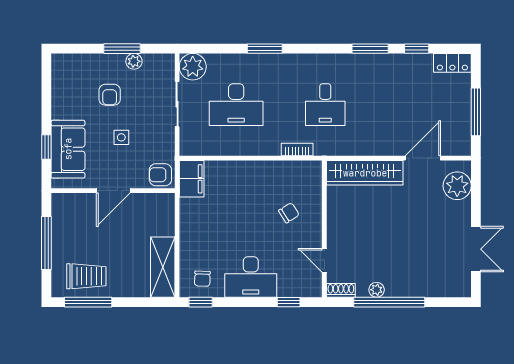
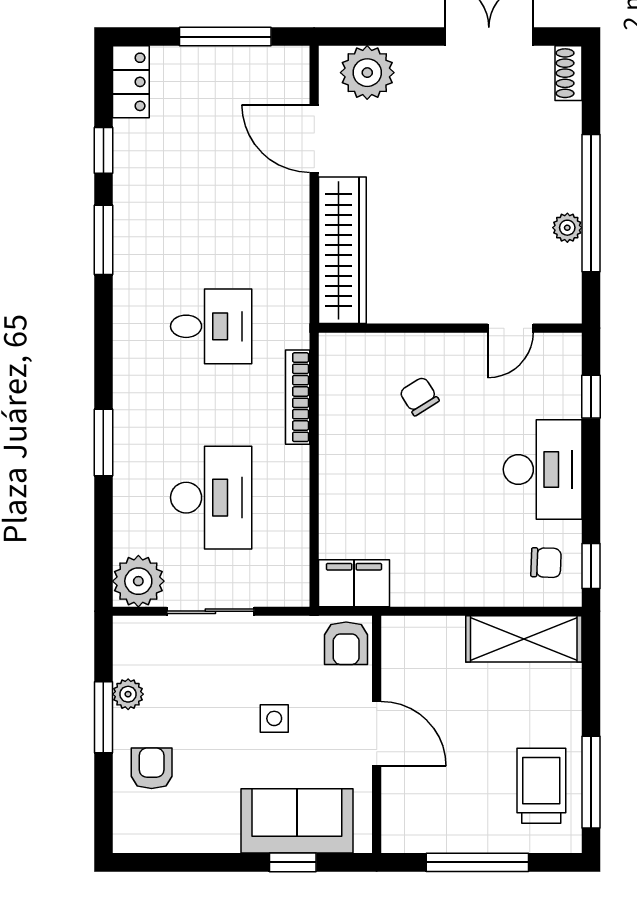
armchair: (110, 95) -> (152, 768), moved, turned -90
bookcase: (297, 150) -> (298, 397), width x1.56
shoe rack: (341, 290) -> (568, 73), moved

